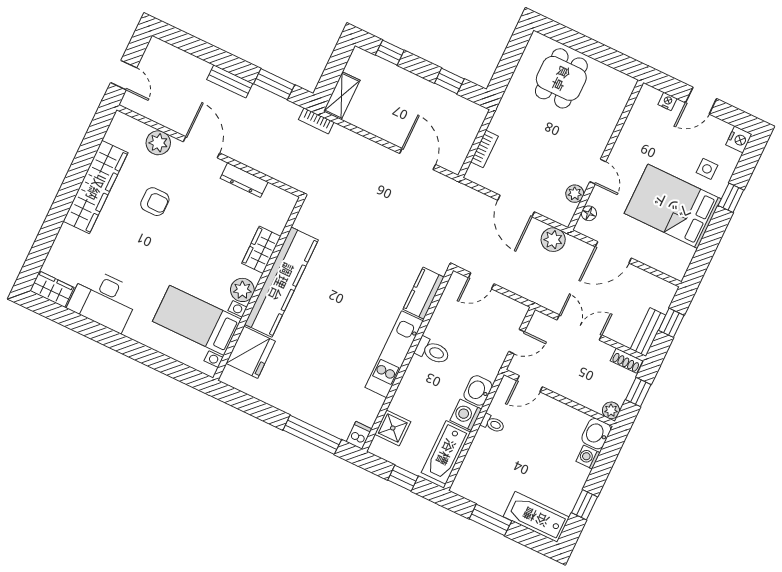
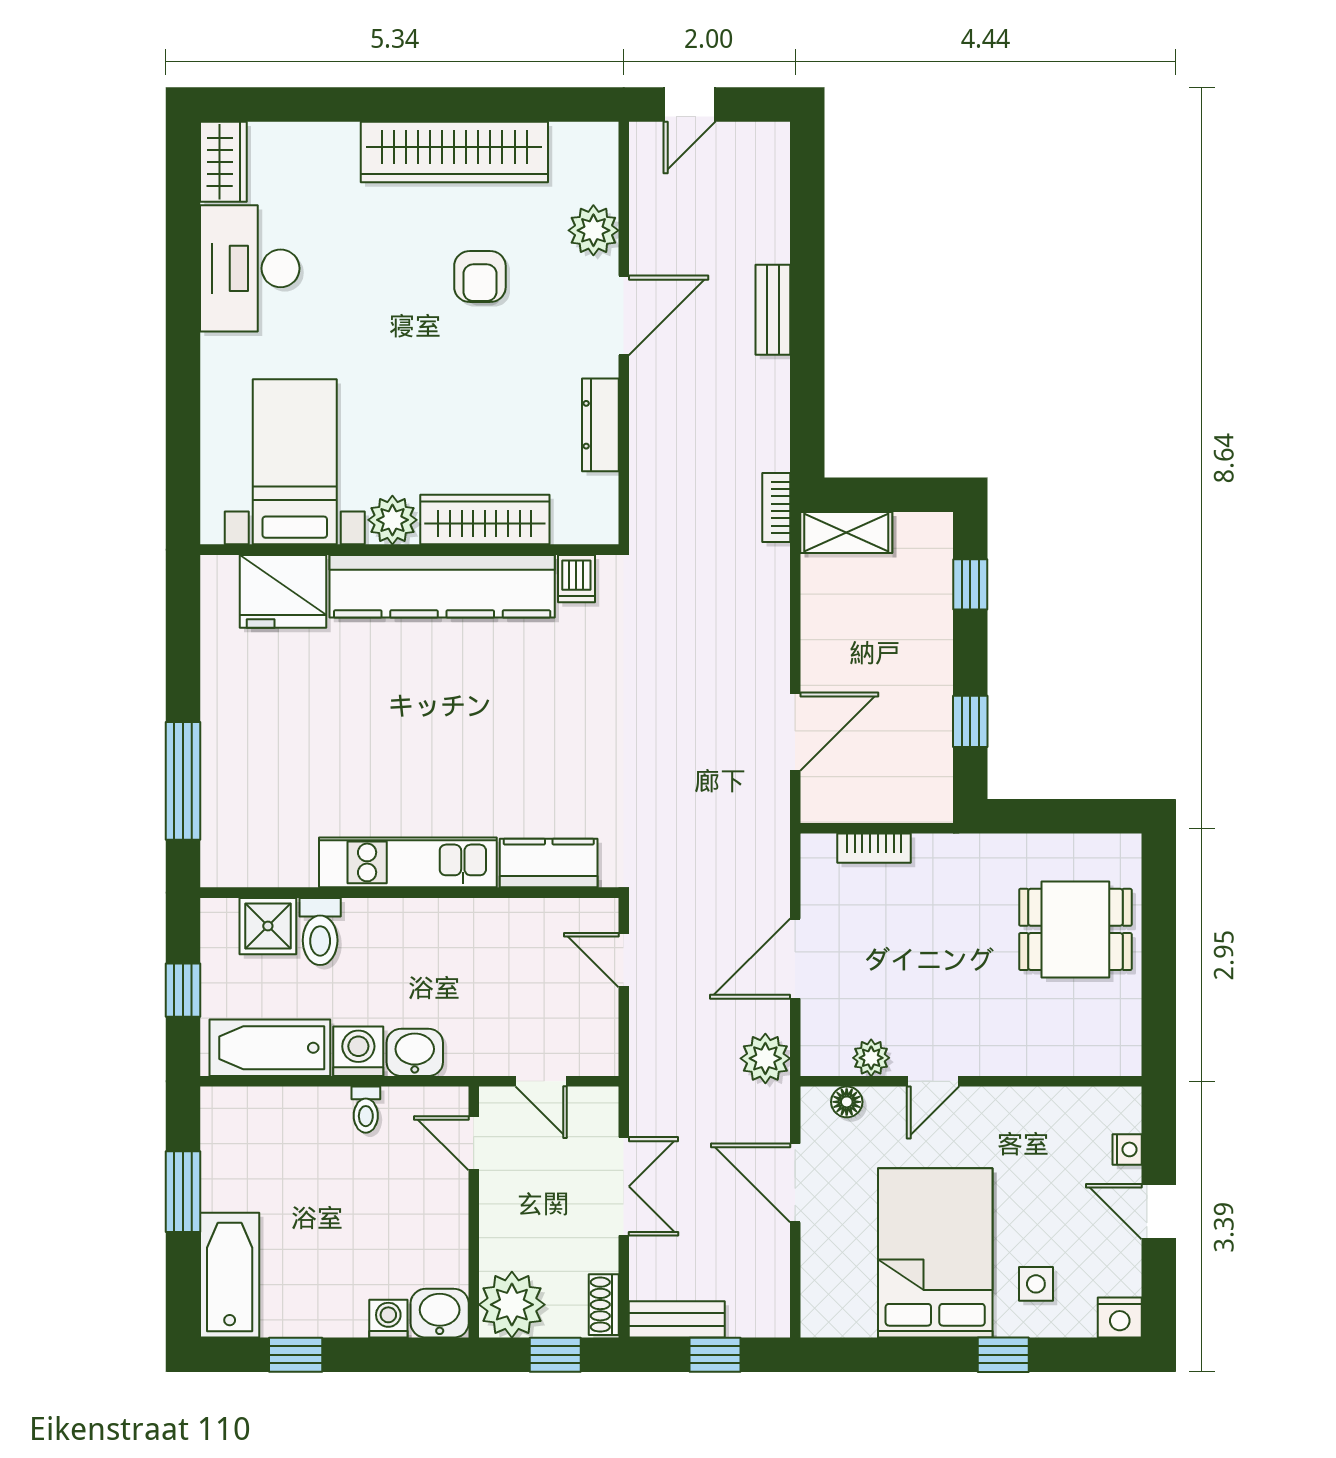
window: (274, 84) -> (807, 395), removed
wardrobe: (261, 250) -> (485, 520), width x1.50
toilet: (432, 351) -> (320, 932), moved
plant: (611, 410) -> (512, 1305), width x1.87, depth x1.87
dishwasher: (359, 435) -> (576, 579), moved, turned 90

